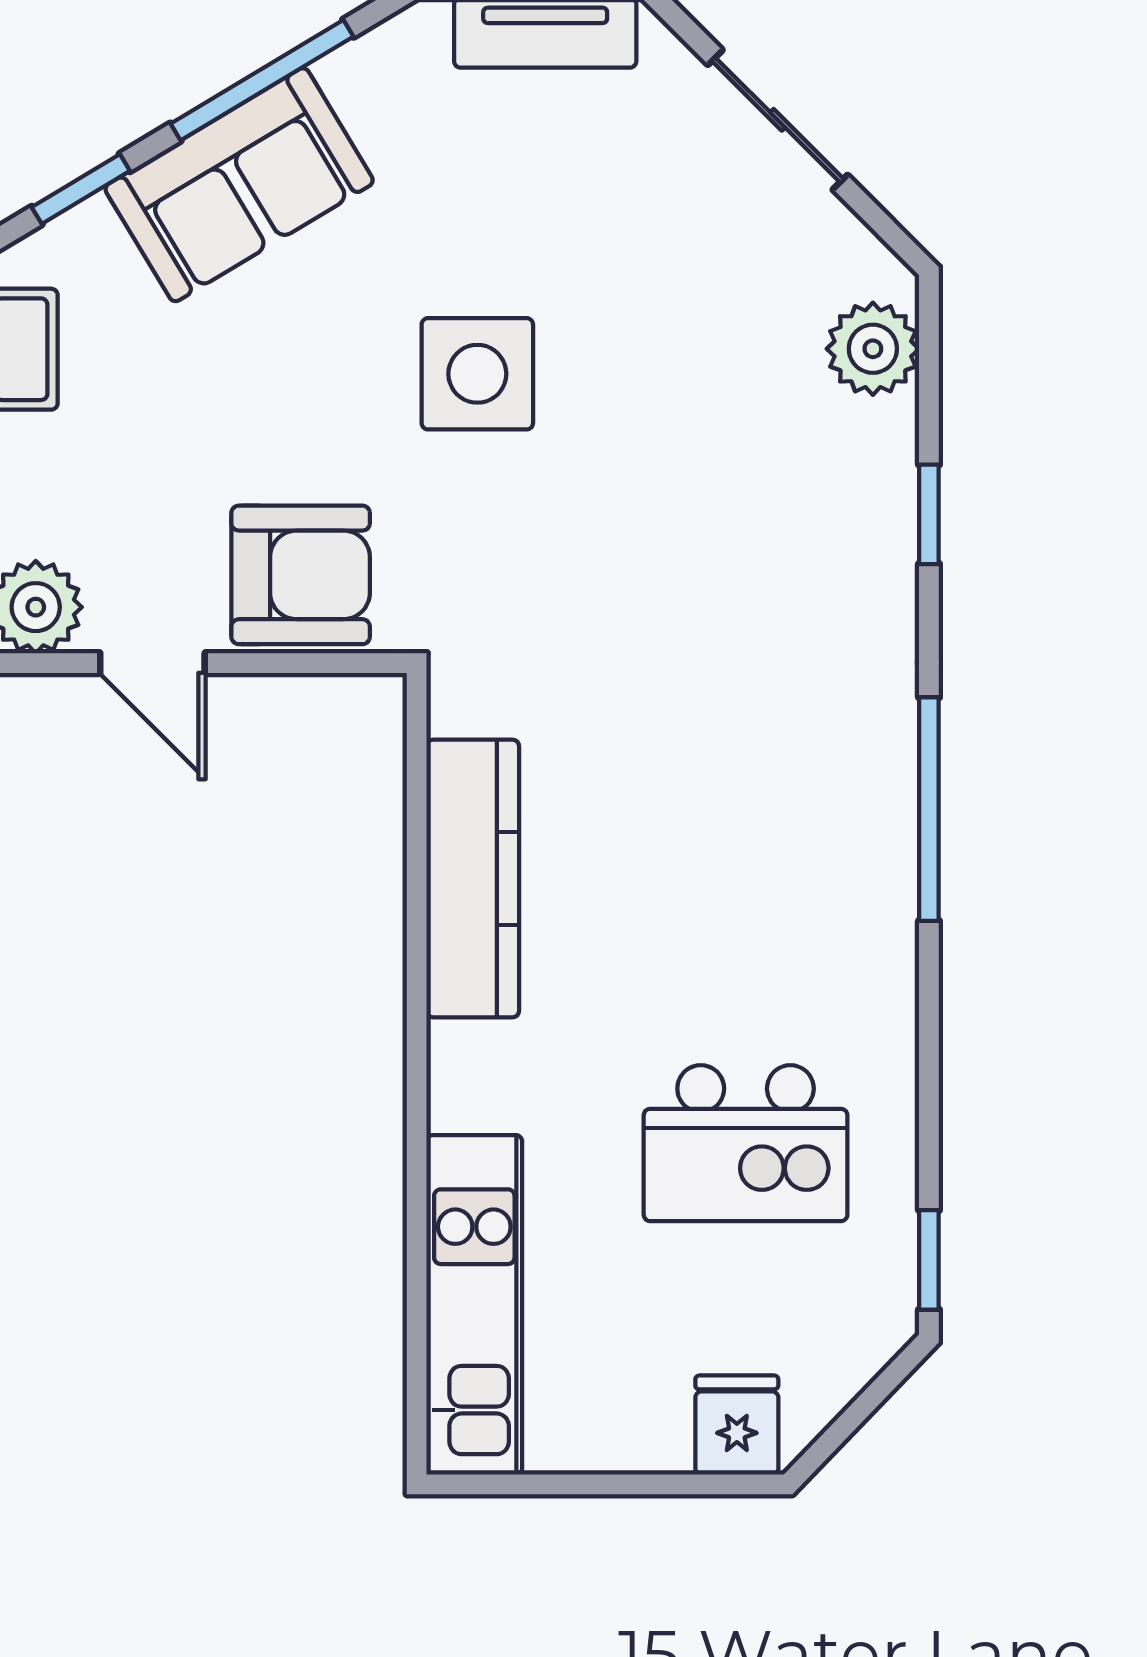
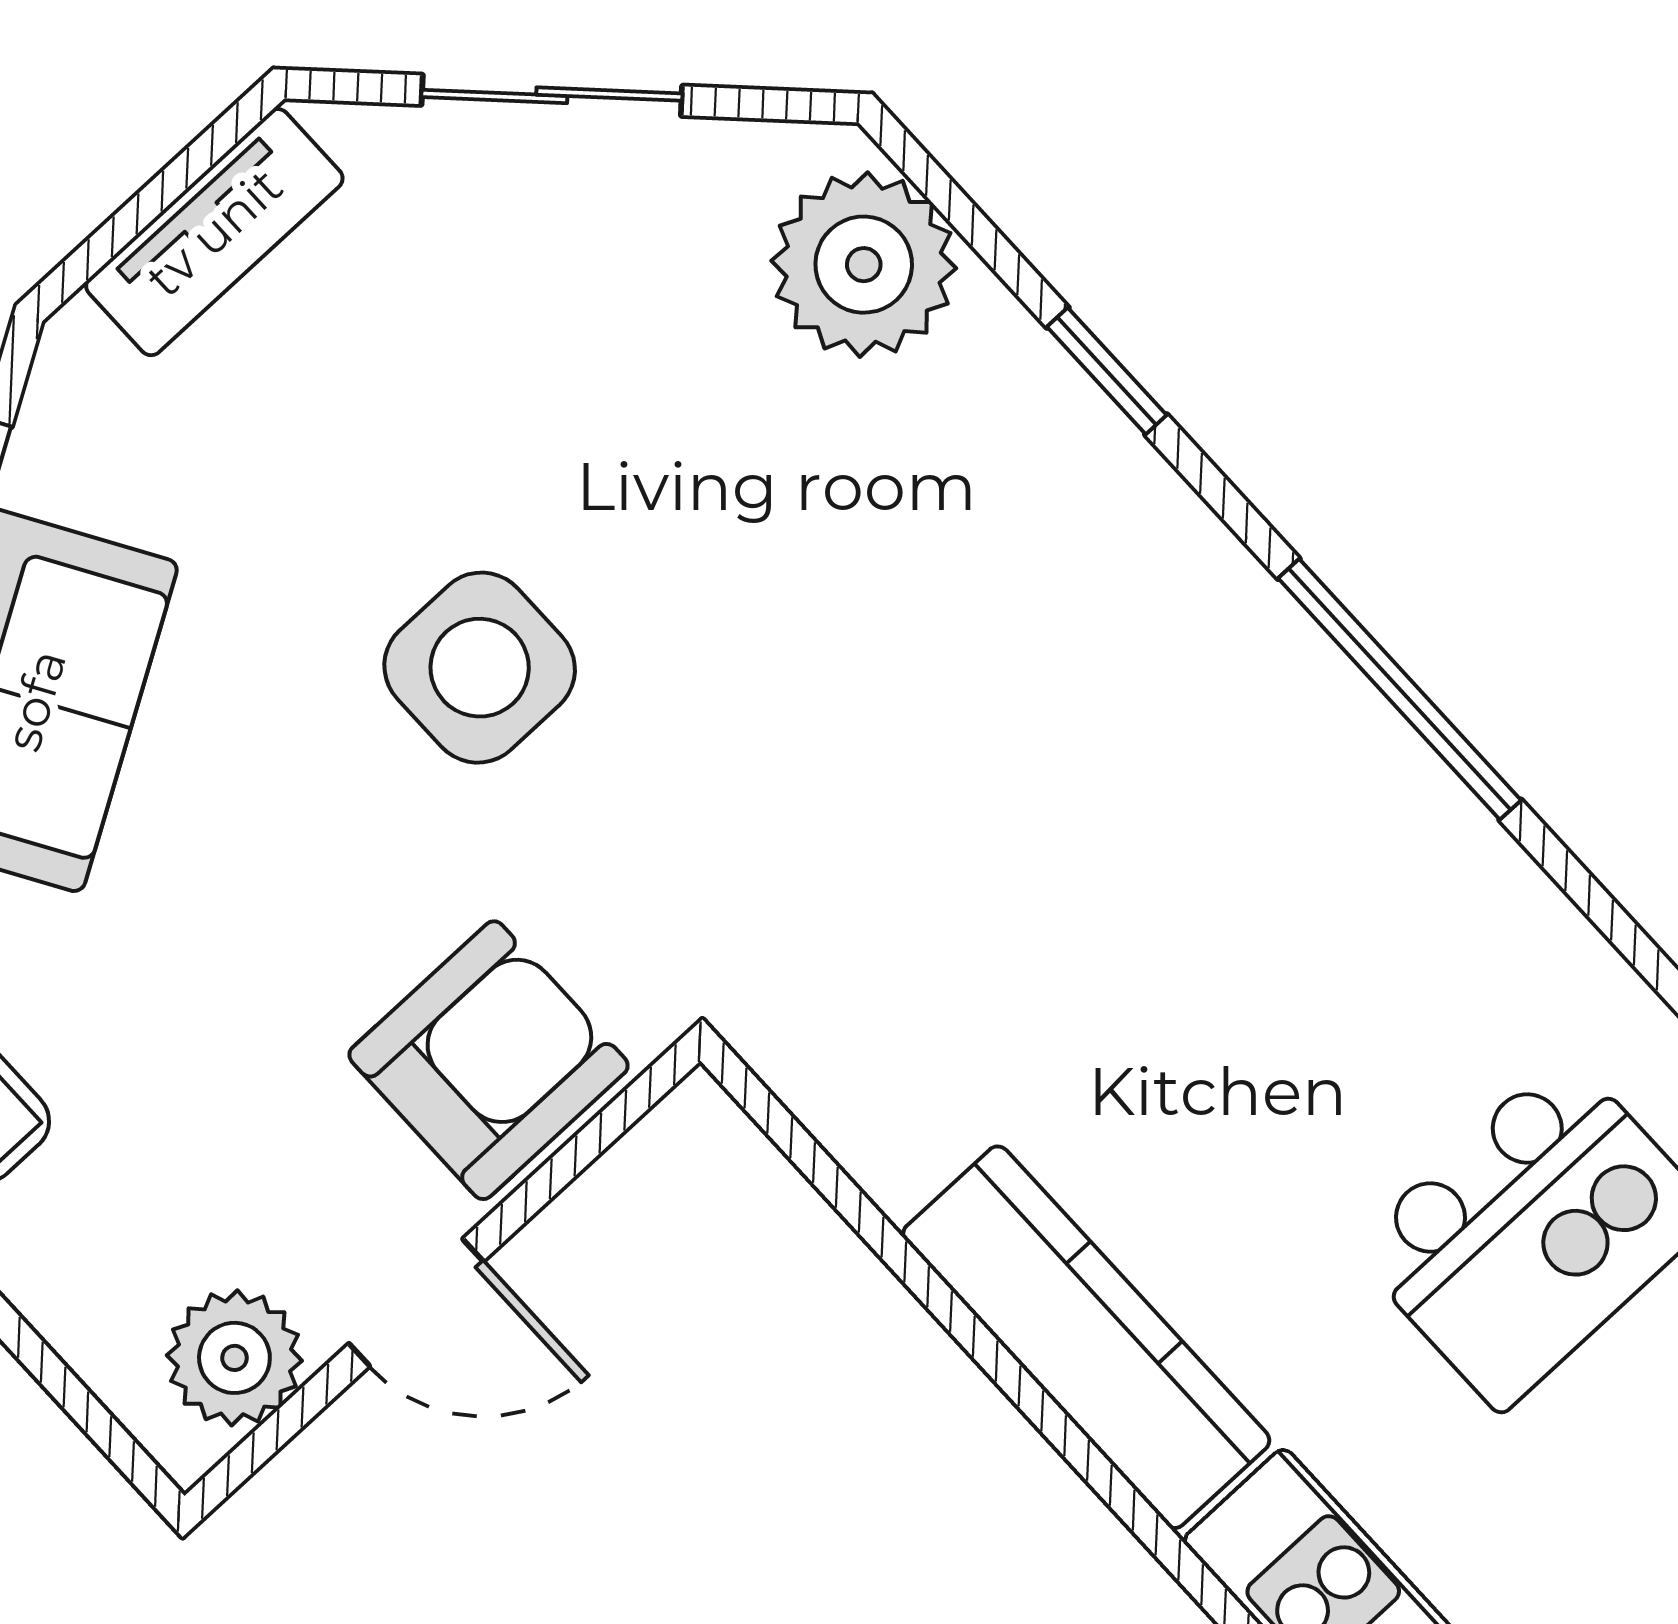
plant: (873, 349) -> (864, 265), width x1.36, depth x1.36
kitchen counter: (473, 879) -> (1086, 1337), moved

